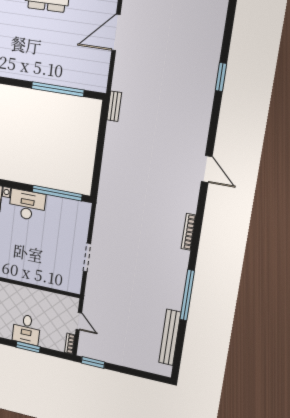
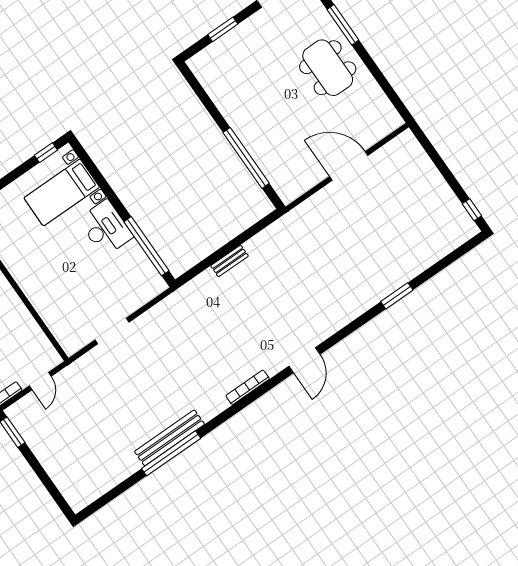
bench: (114, 106) -> (229, 261), moved
bookcase: (188, 232) -> (248, 387), moved
bench: (170, 337) -> (169, 438), moved

